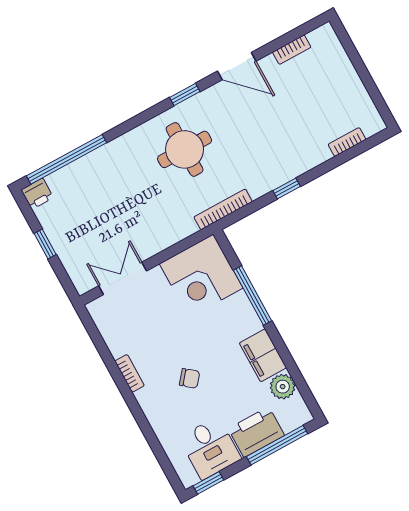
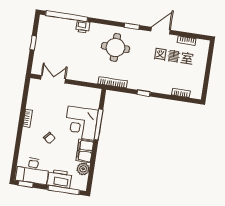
door: (237, 66) -> (161, 31), swing flipped
printer: (37, 194) -> (83, 27), moved
corner desk: (201, 276) -> (81, 123), moved
desk: (210, 448) -> (32, 171), width x1.37

